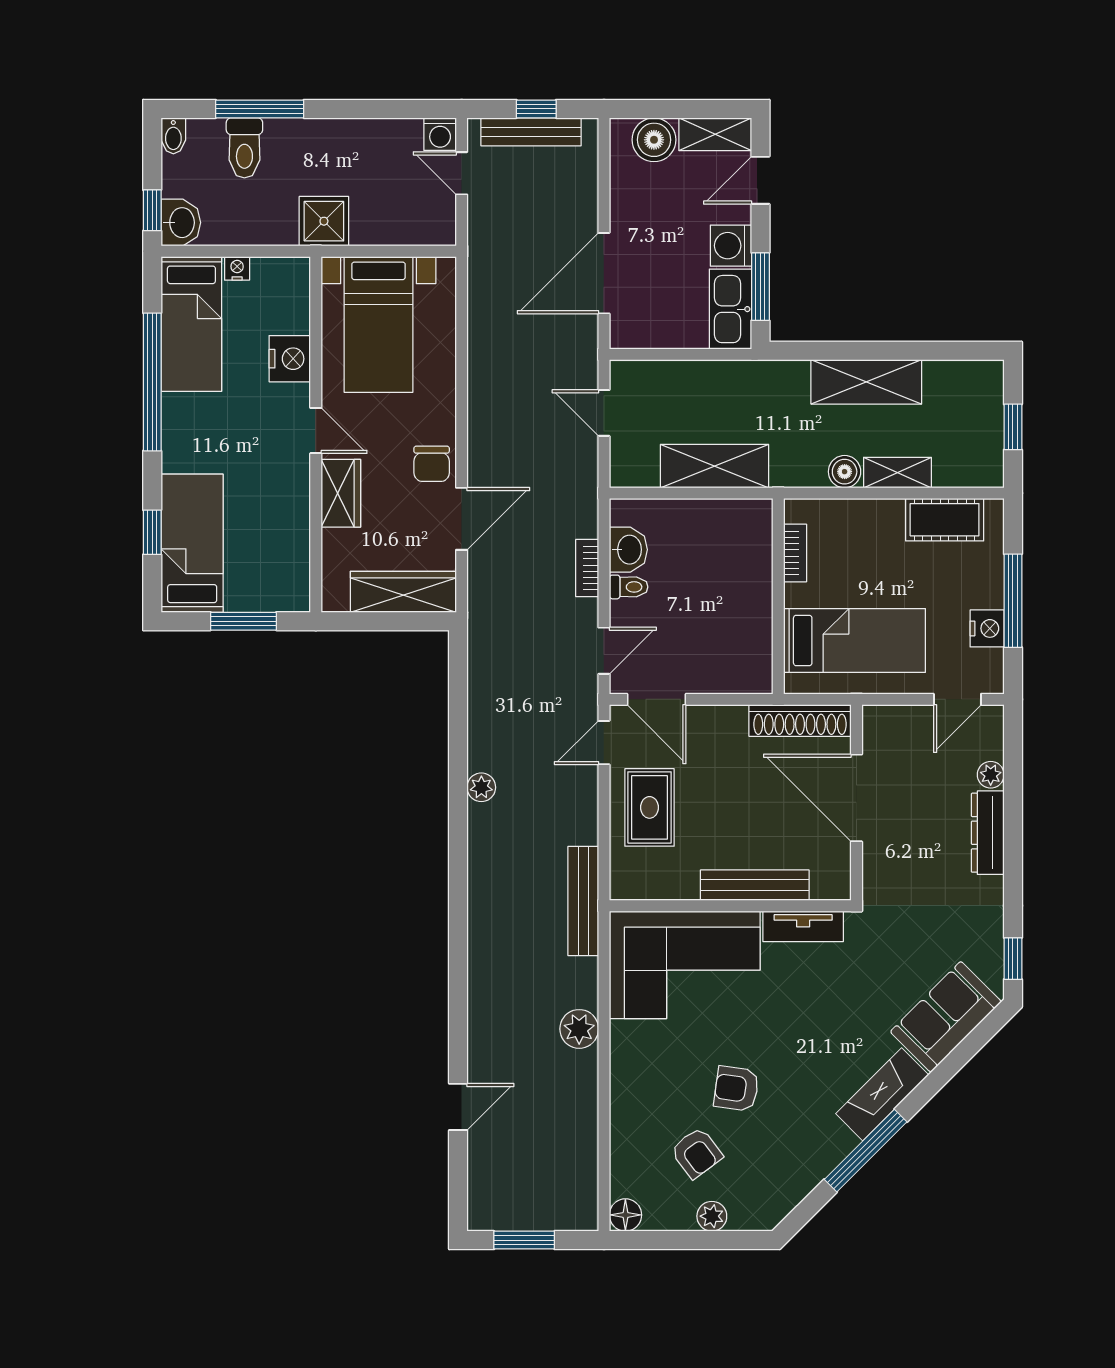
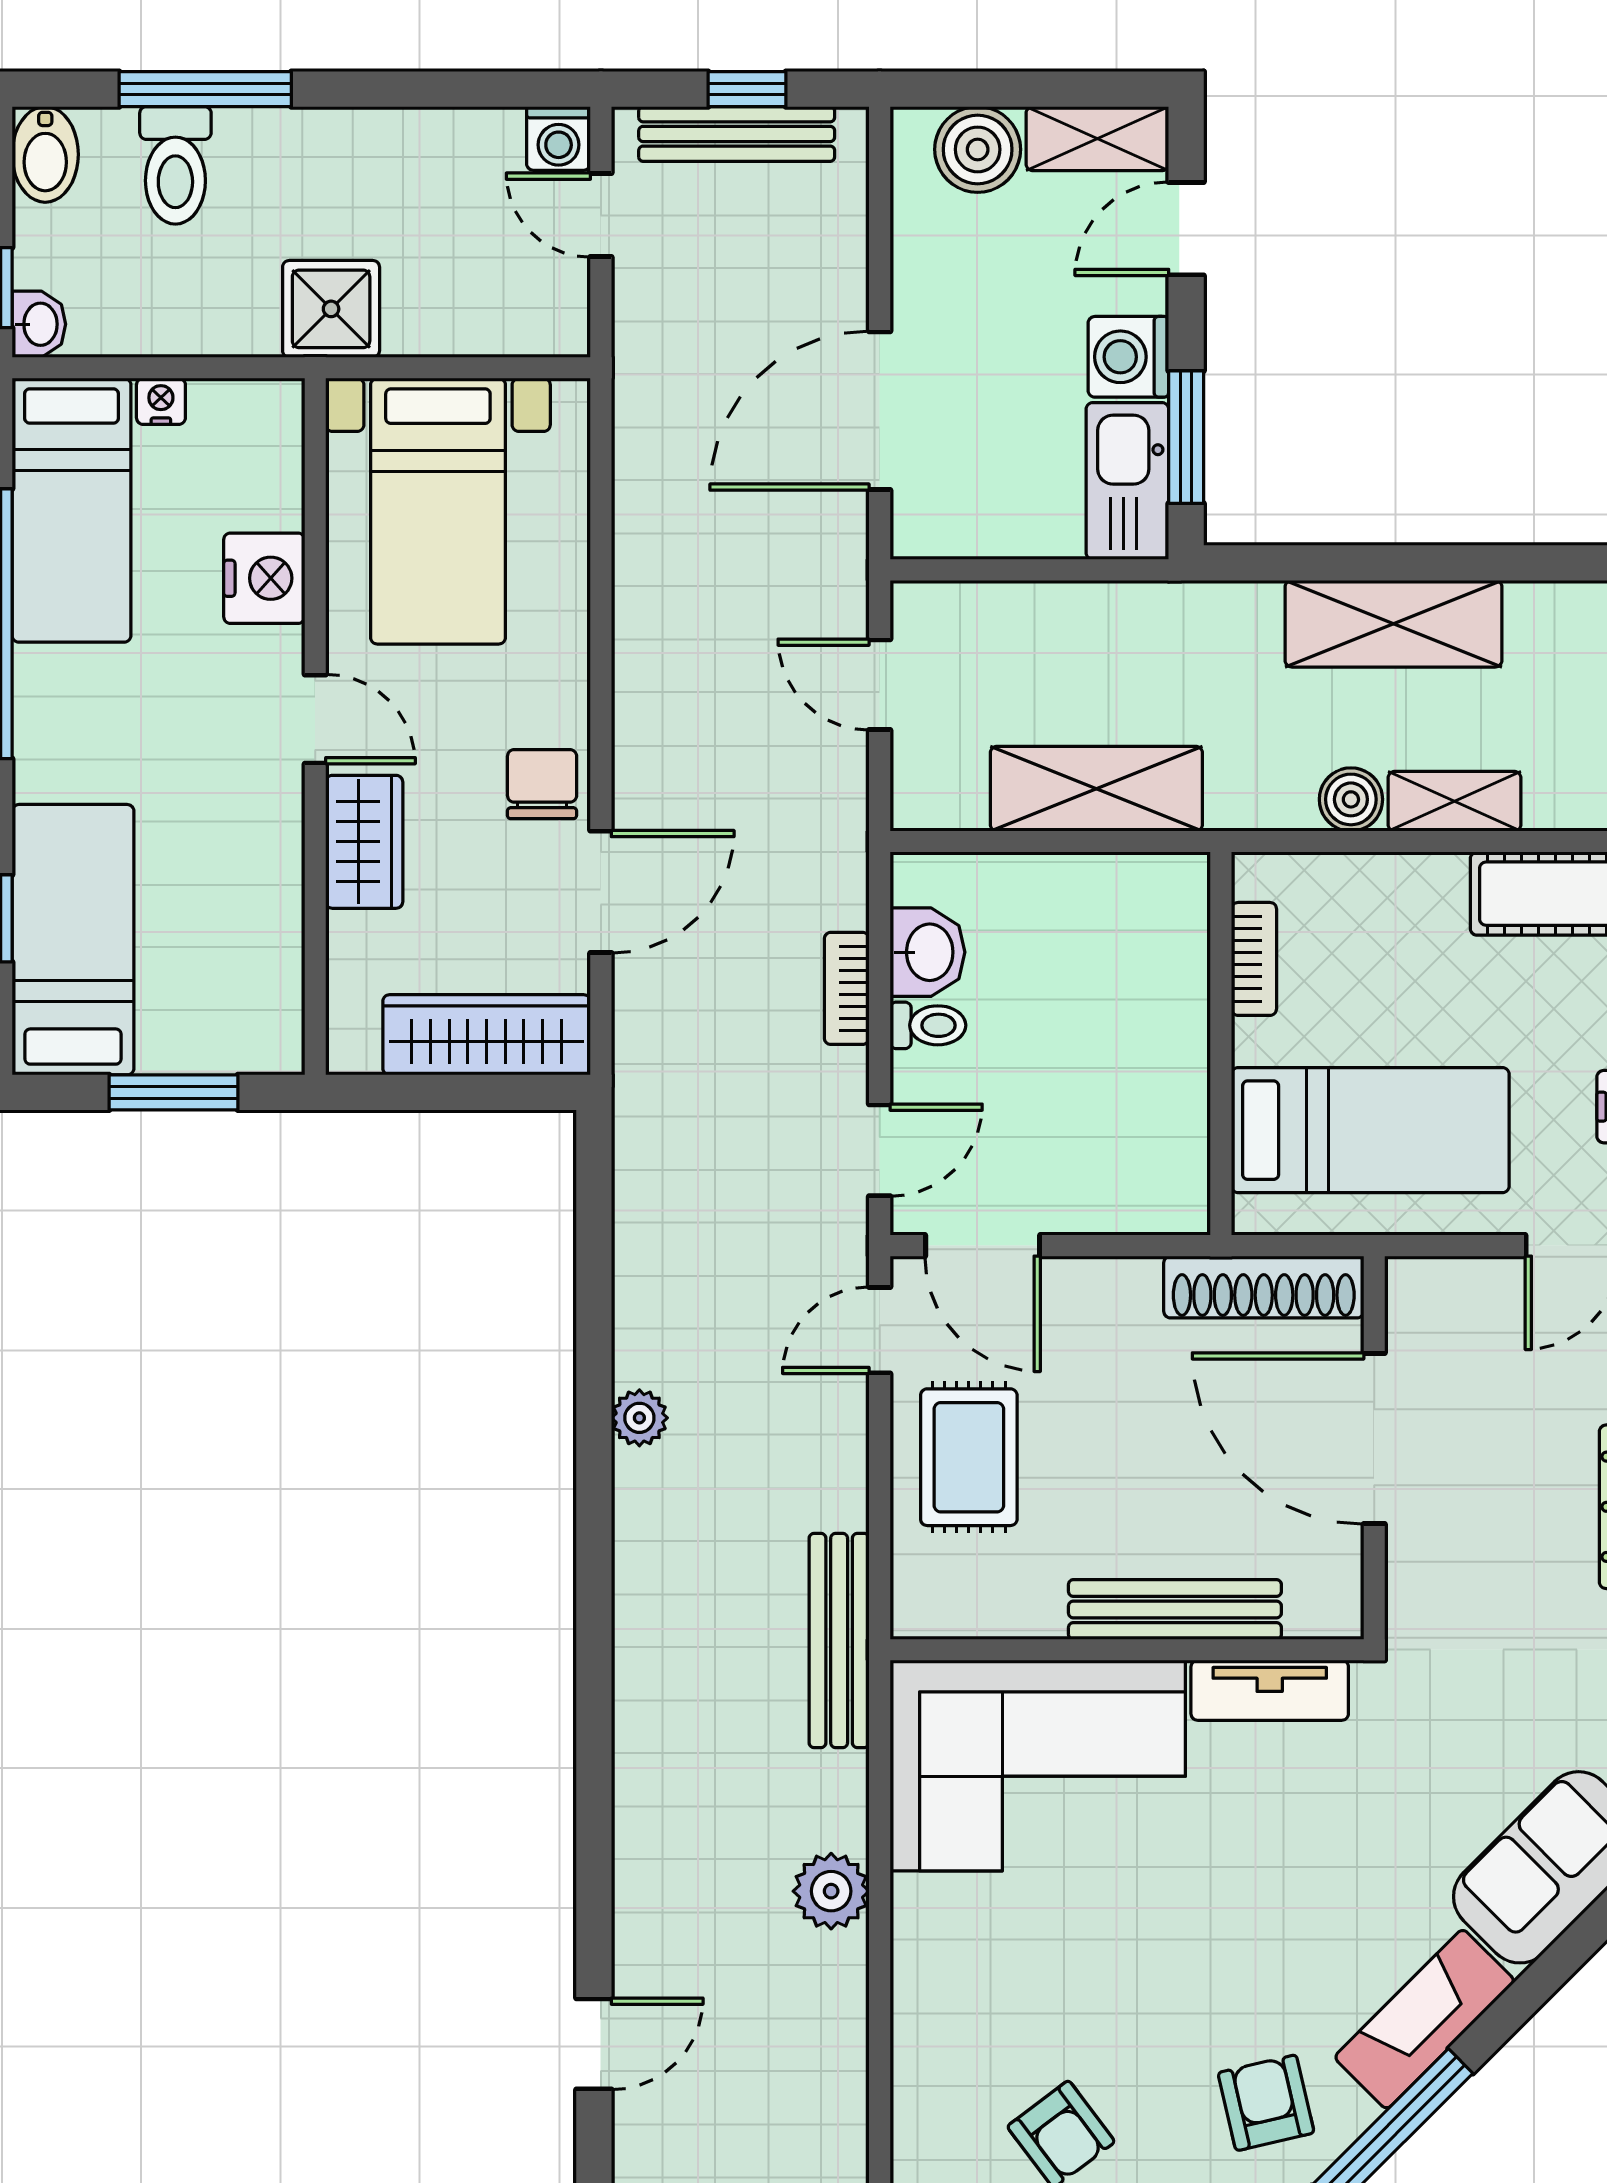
bidet: (173, 136) -> (45, 154), width x1.38, depth x1.36
washbasin: (181, 223) -> (39, 324), width x0.72, depth x0.69
chair: (432, 464) -> (542, 784), turned 180
armchair: (736, 1089) -> (1266, 2103), moved, turned 69

